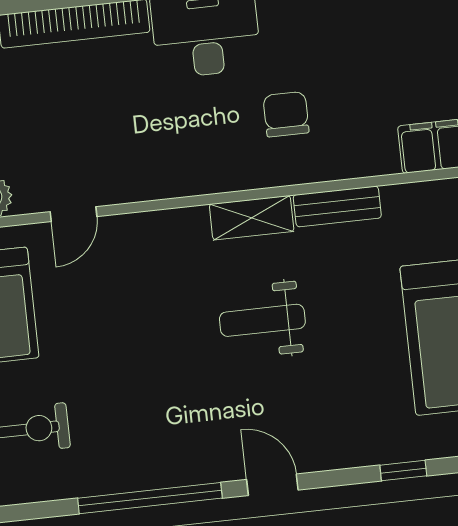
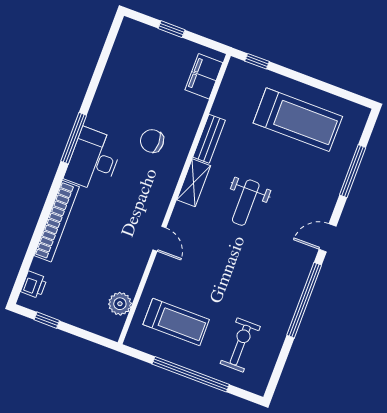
door: (73, 214) -> (159, 239), moved
window: (403, 471) -> (353, 171), width x2.17

